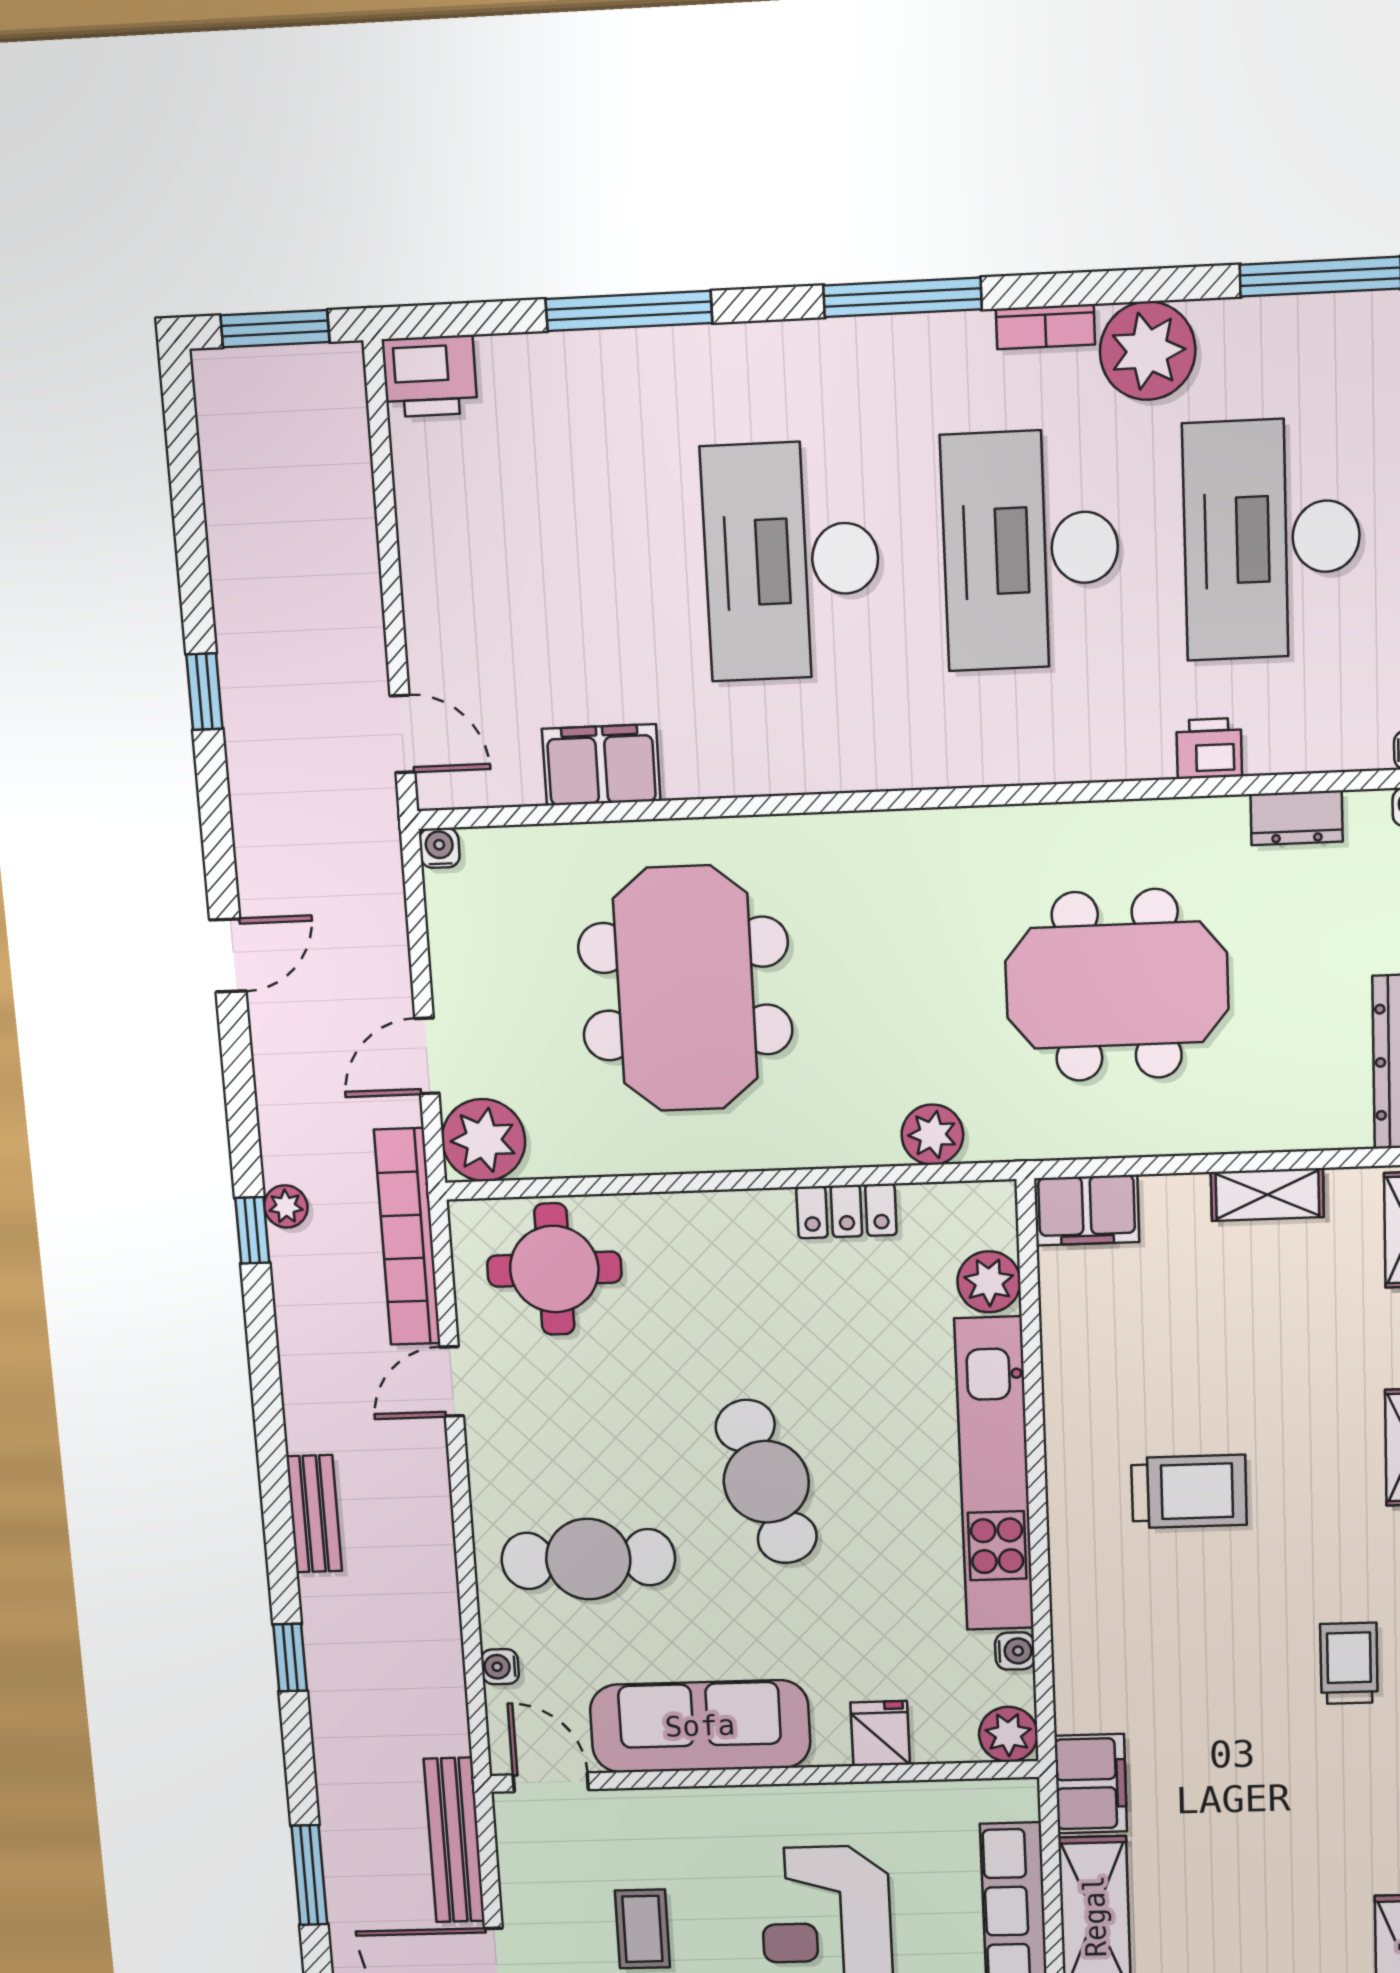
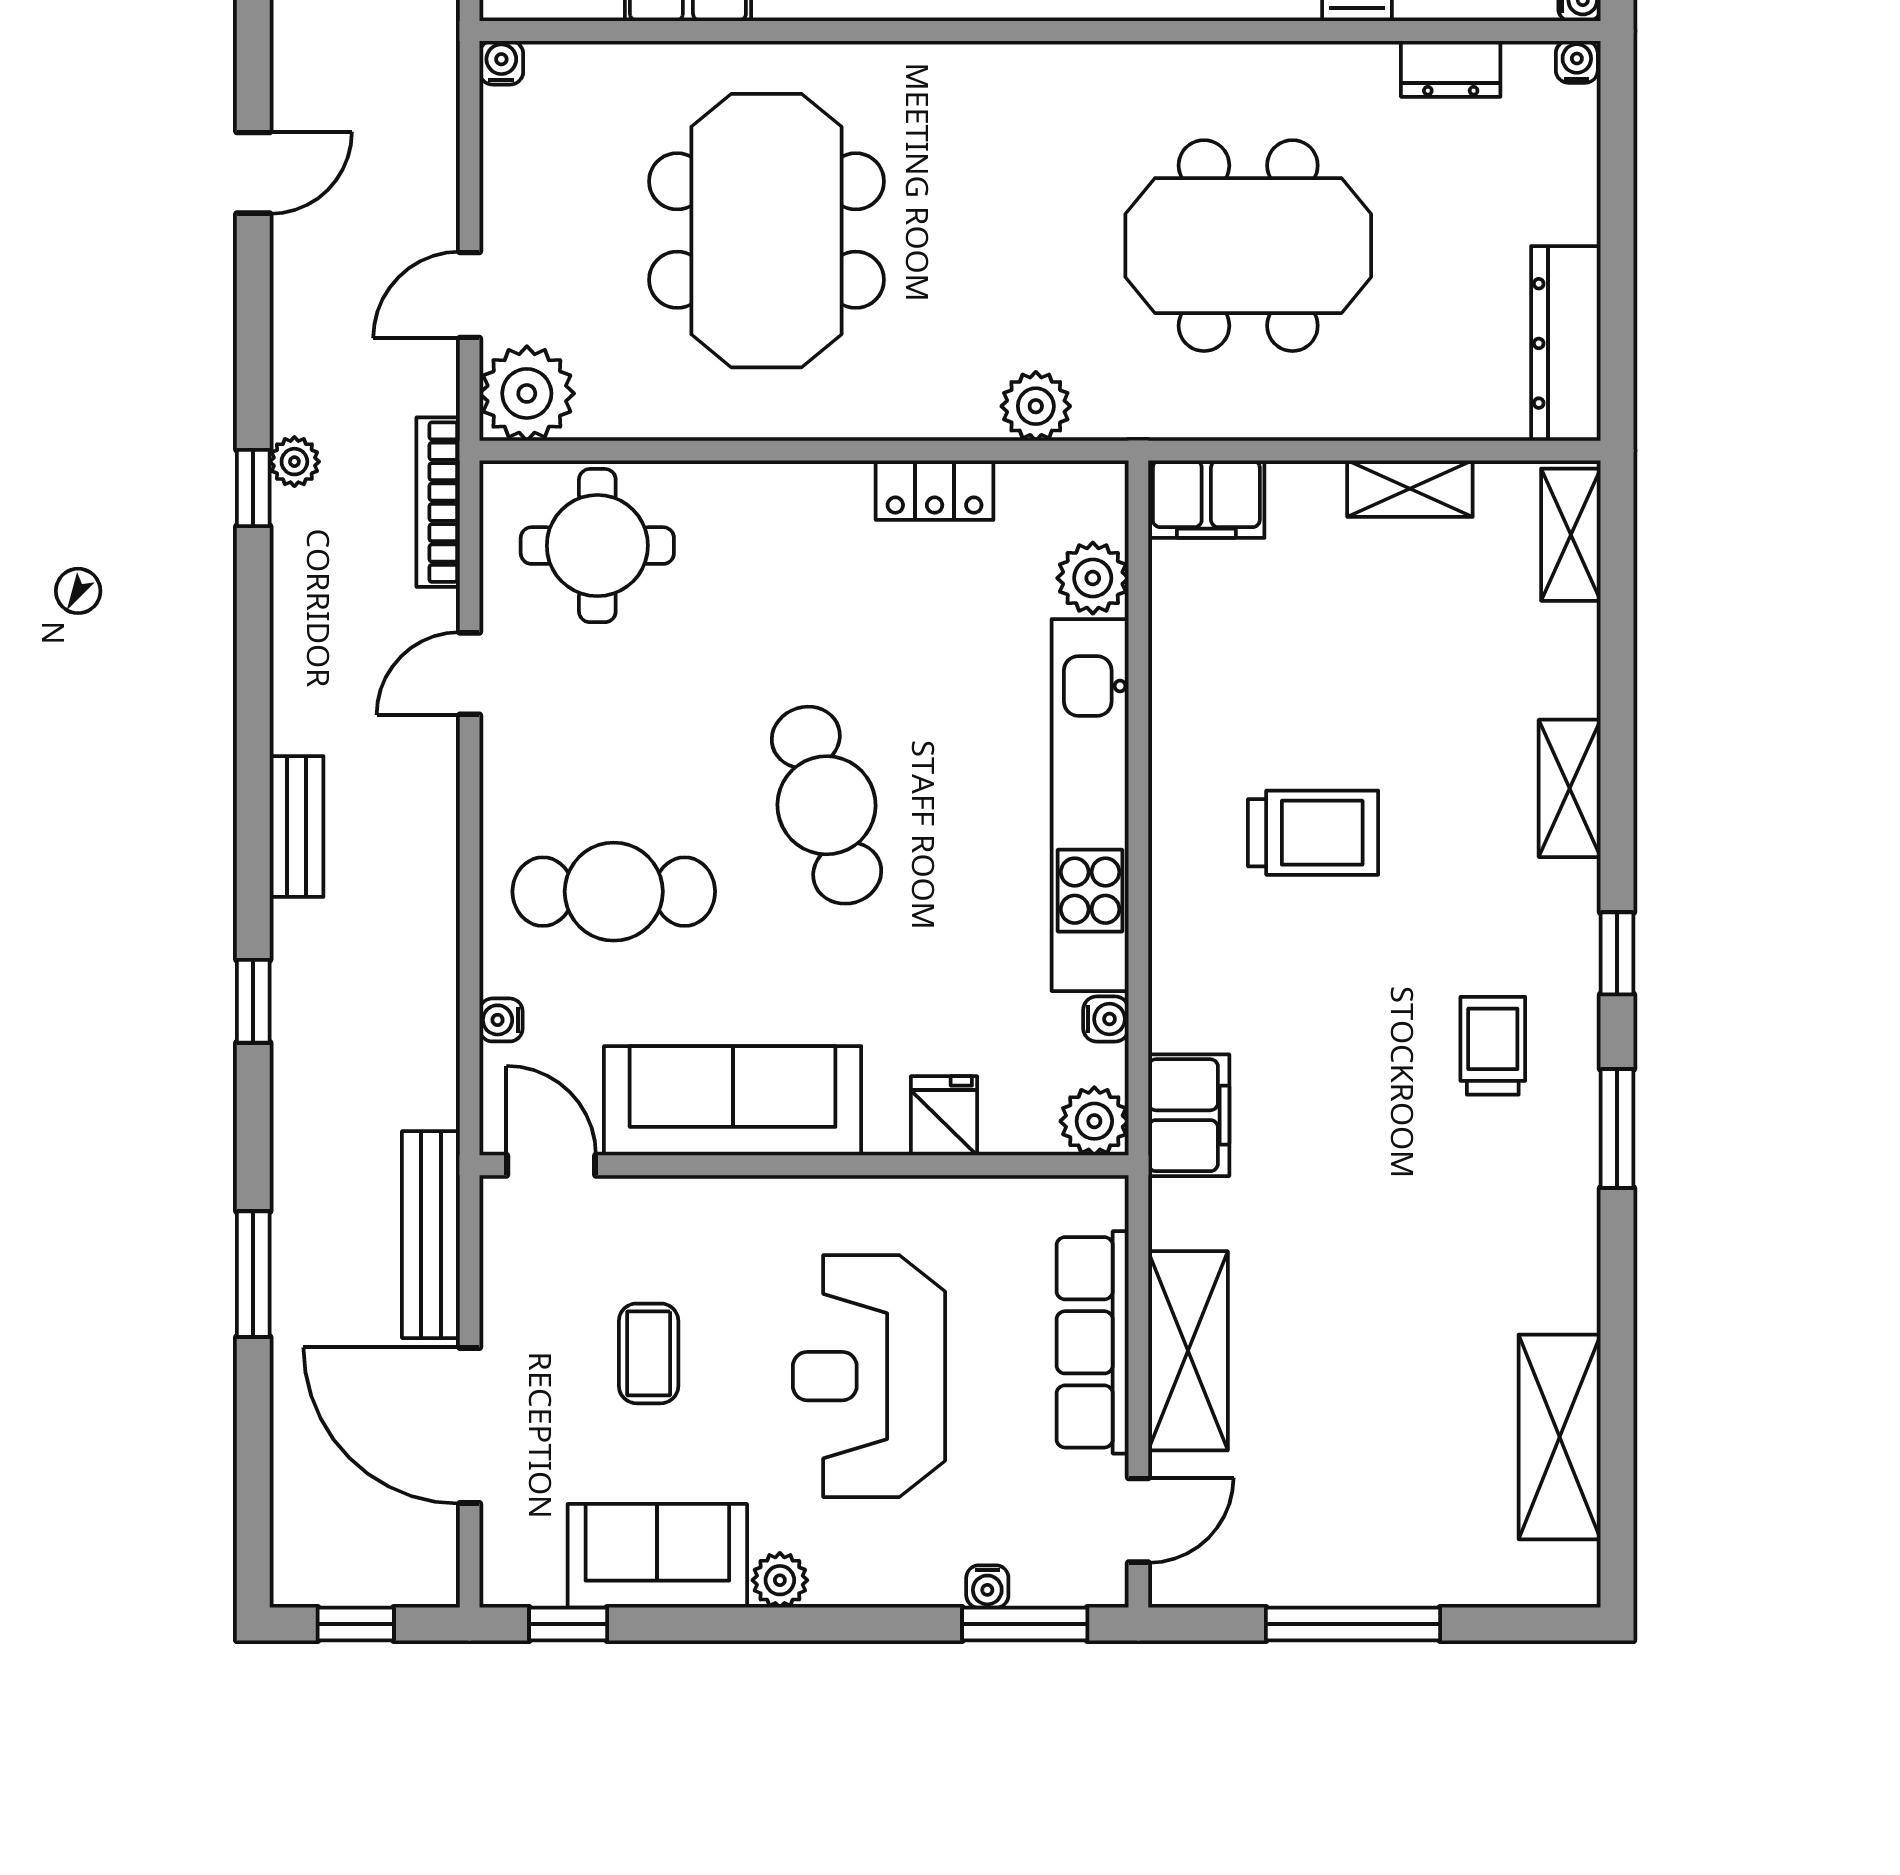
bookcase: (407, 1237) -> (438, 502), width x0.68, depth x0.76
filing cabinet: (1091, 1784) -> (1189, 1115), moved

